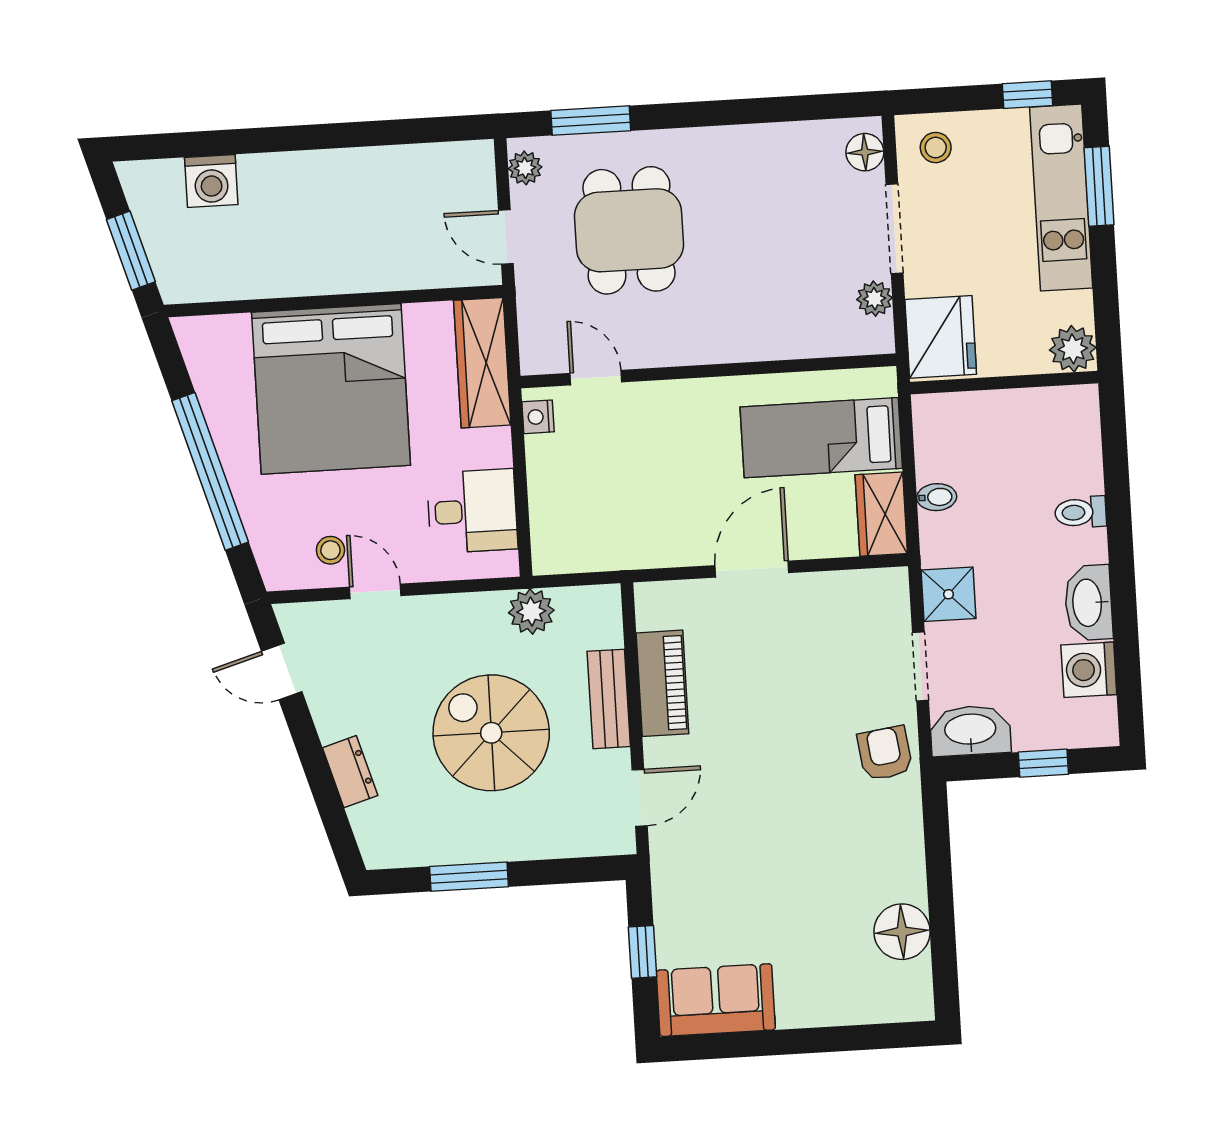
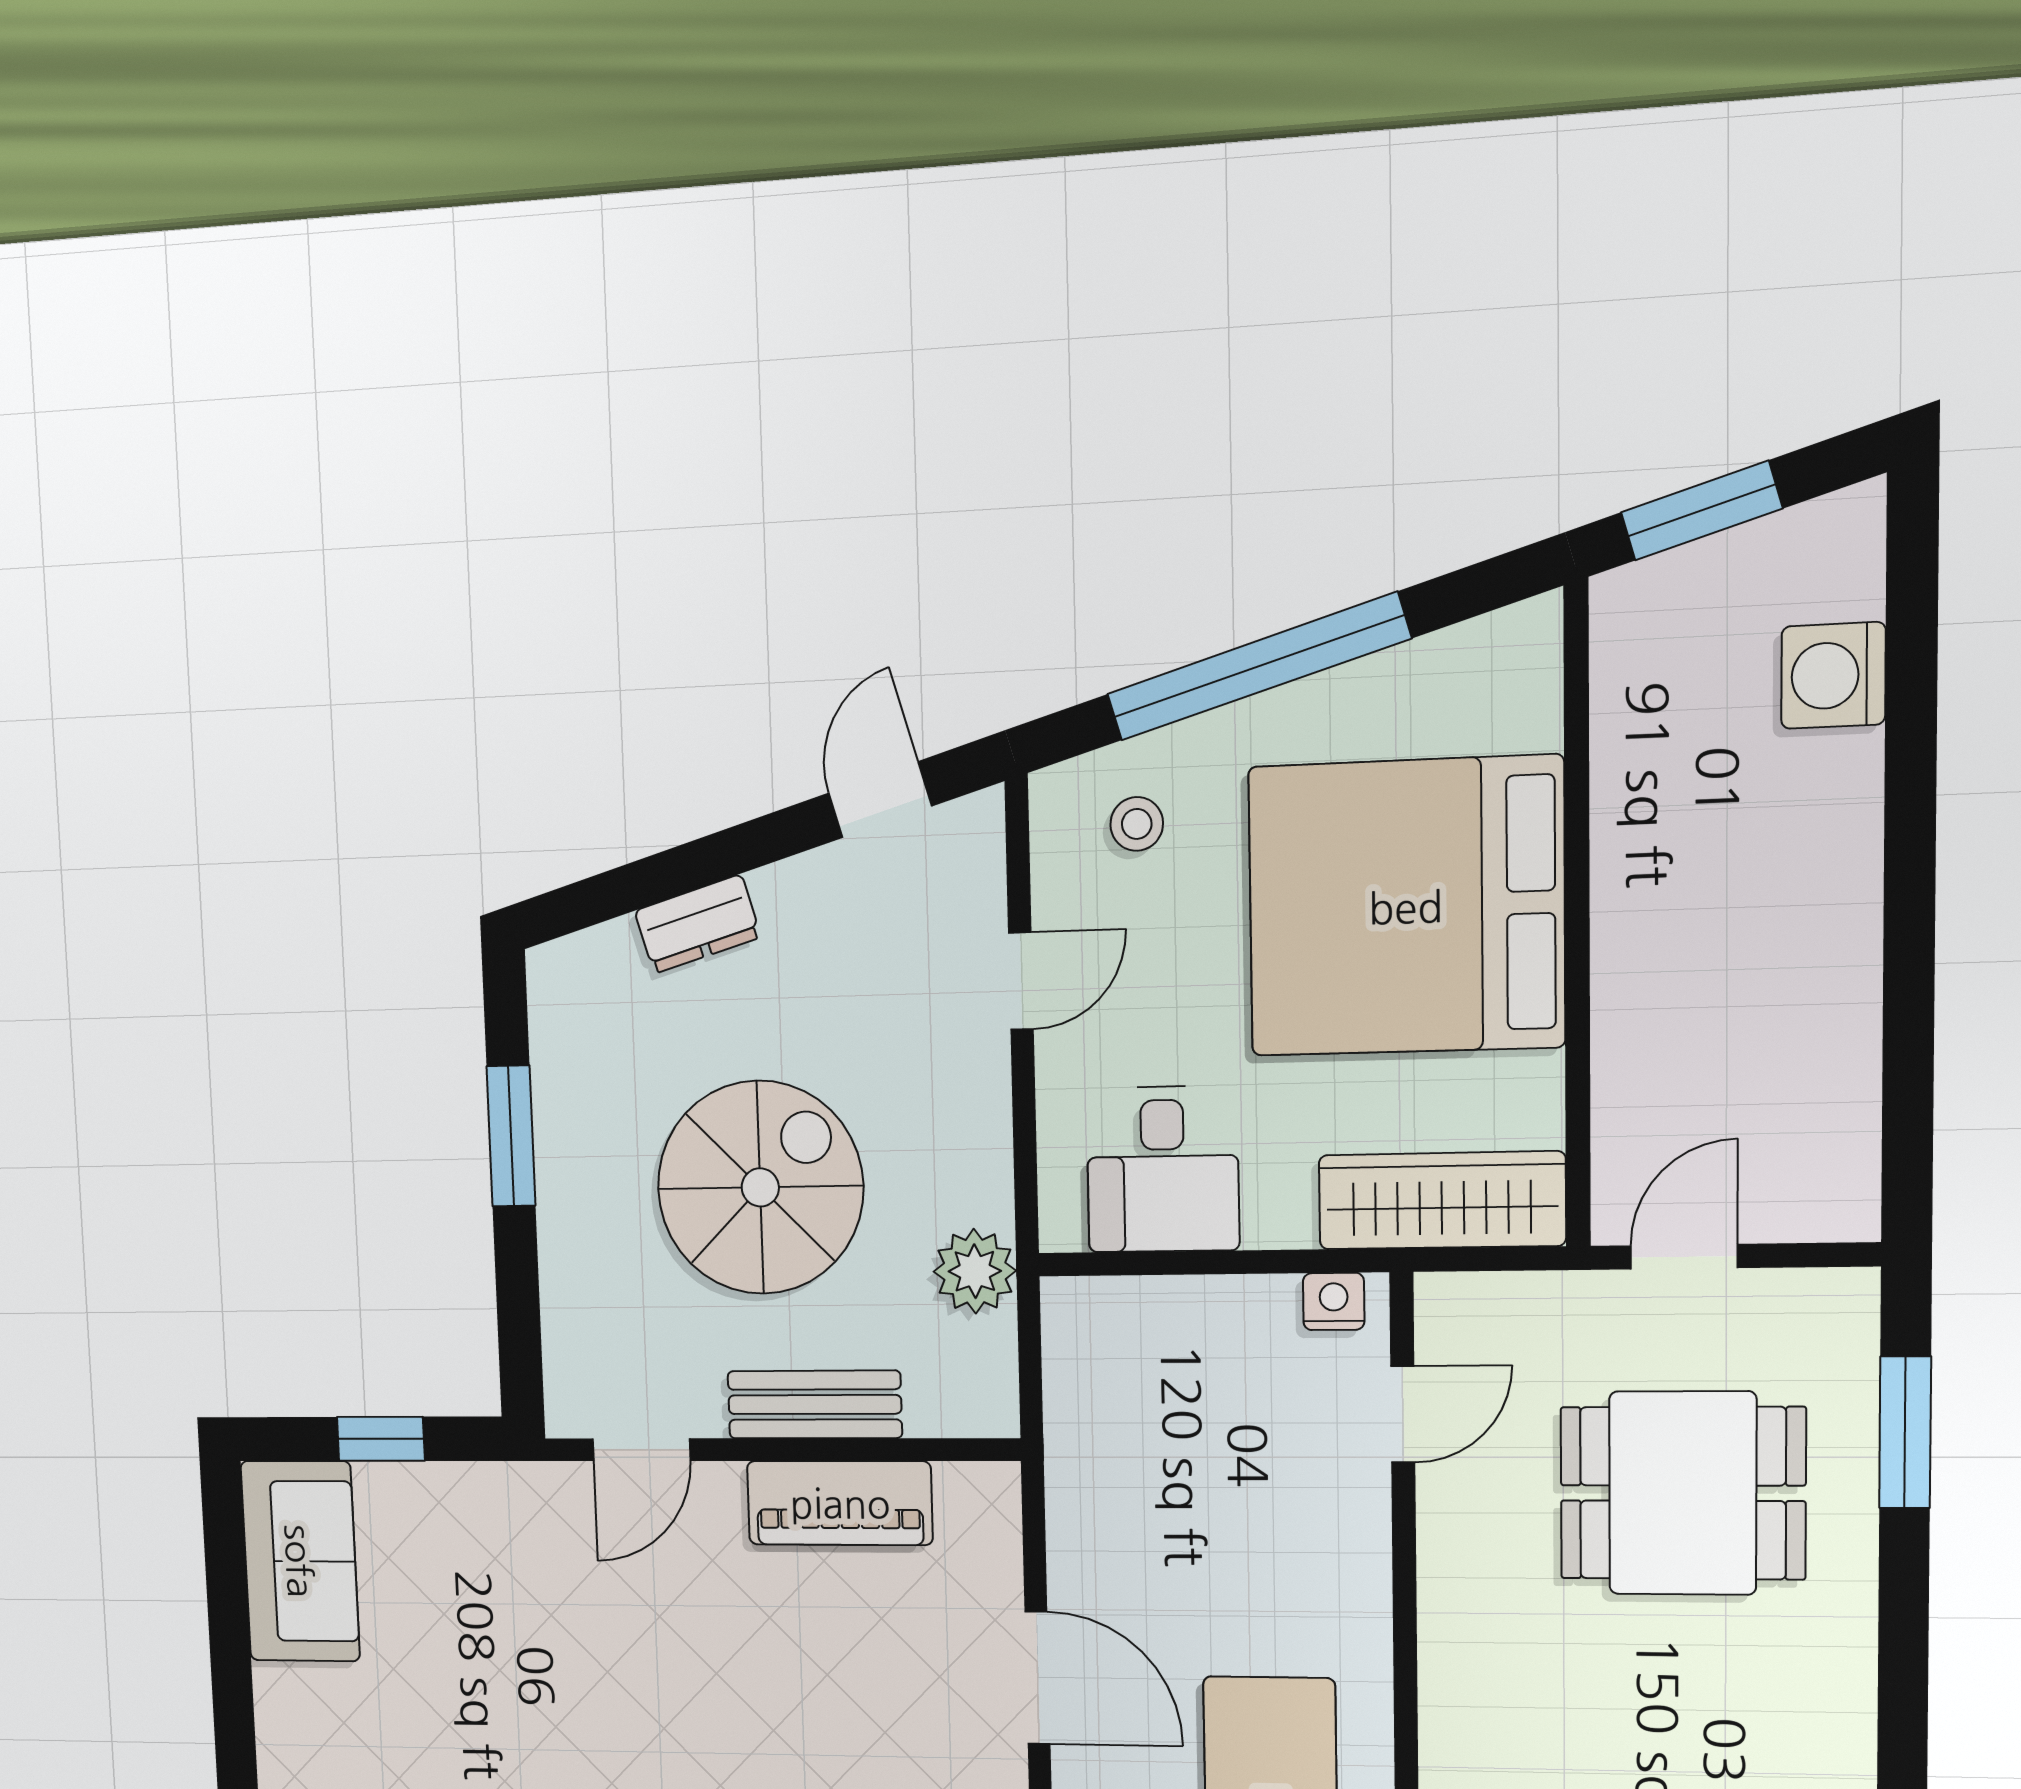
plant: (525, 168) -> (1819, 1300), removed
stool: (330, 550) -> (1137, 824), moved
door: (640, 798) -> (641, 1450), hinge flipped

